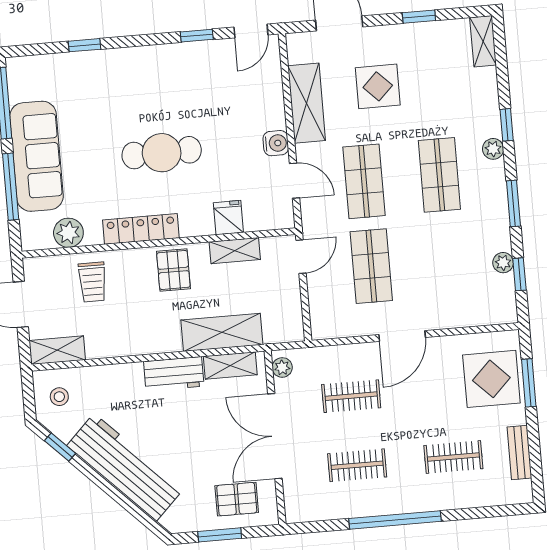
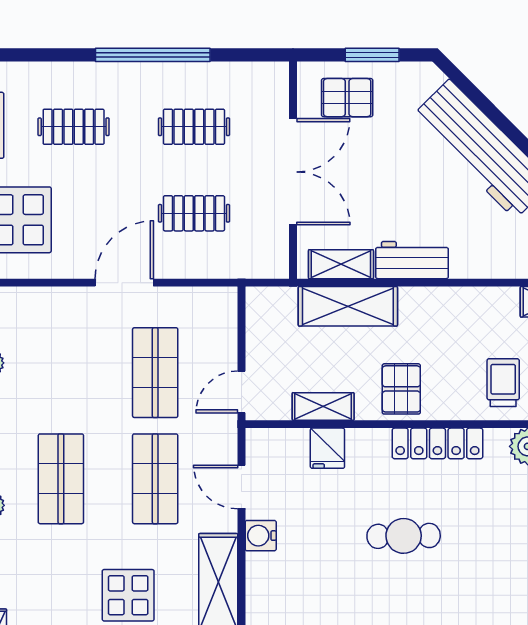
cafe table: (162, 153) -> (404, 536), width x0.73, depth x0.74
plant: (282, 367) -> (277, 256), removed

